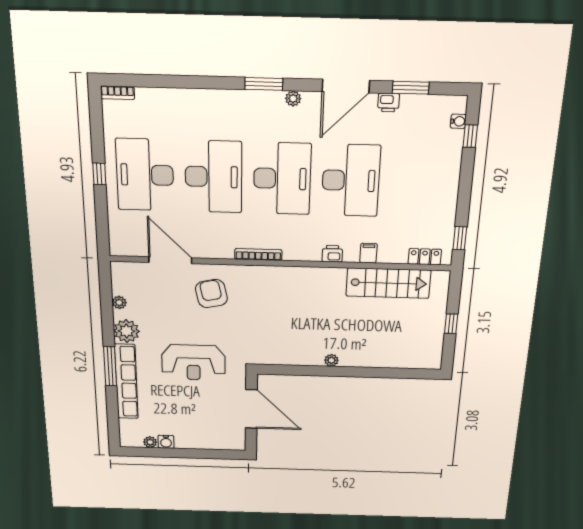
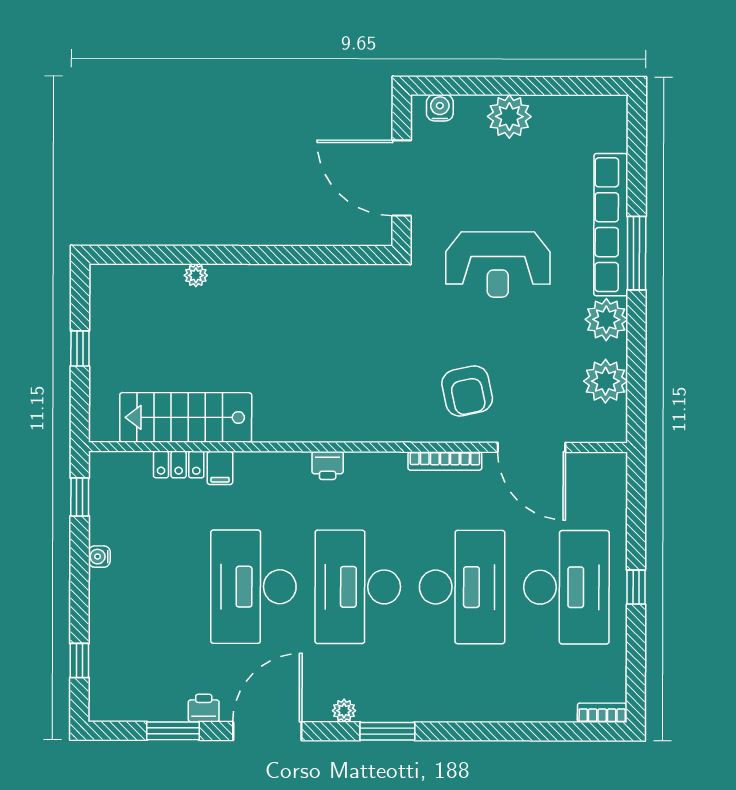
water cooler: (458, 121) -> (99, 557), moved
desk: (214, 177) -> (462, 587), turned 180
bookcase: (258, 254) -> (445, 461), moved
printer: (332, 254) -> (328, 465), moved
locker: (425, 257) -> (179, 465), moved
plant: (119, 302) -> (605, 381), width x1.88, depth x1.88
plant: (331, 360) -> (196, 275), moved
reception desk: (193, 362) -> (498, 265), turned 180
plant: (150, 442) -> (509, 117), moved, width x1.88, depth x1.88
water cooler: (166, 442) -> (440, 108), moved

